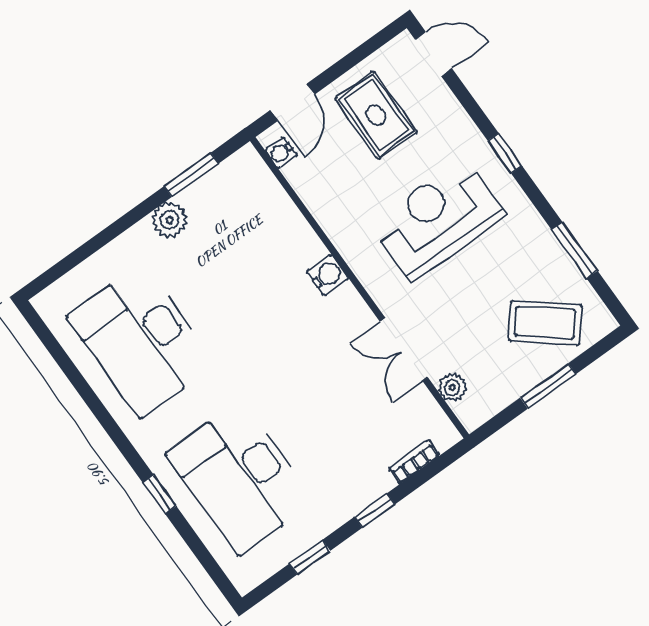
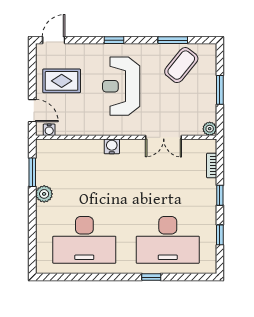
coffee table: (545, 323) -> (181, 65), moved
plant: (452, 387) -> (210, 129), moved

